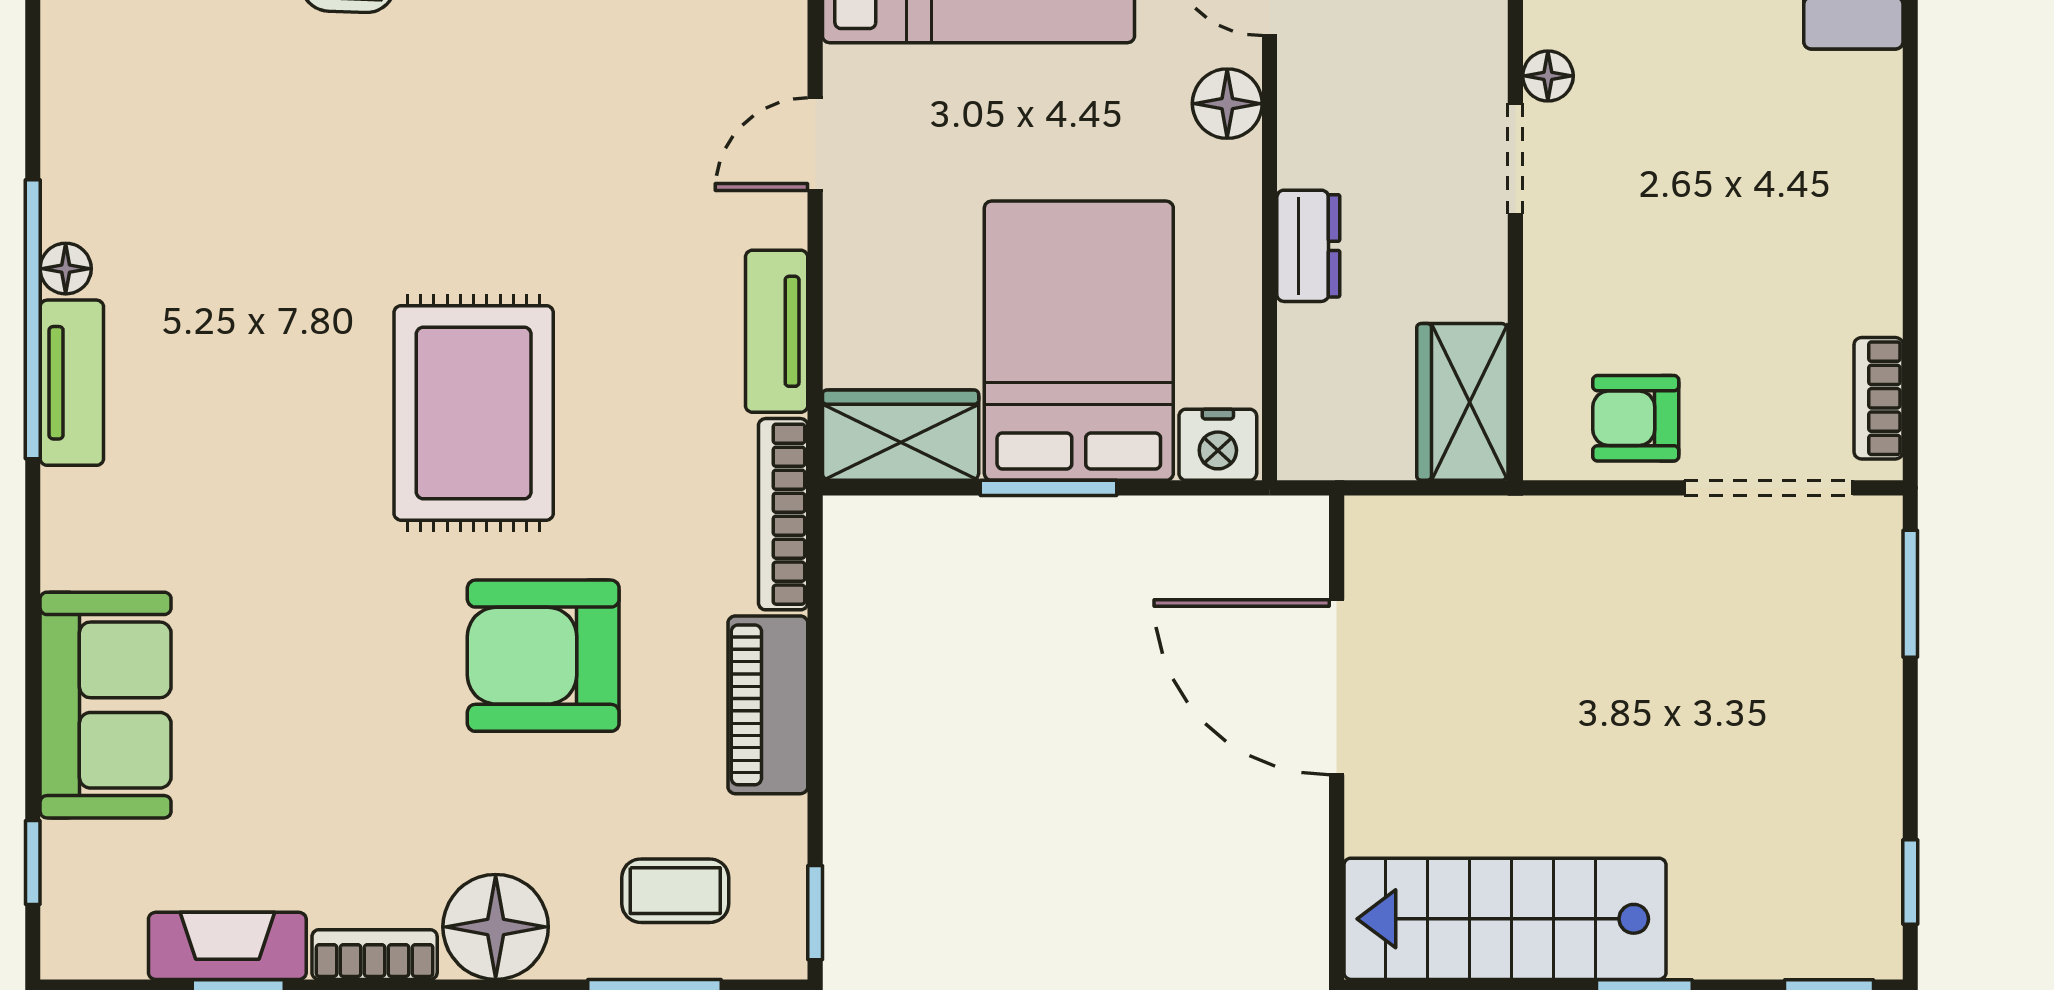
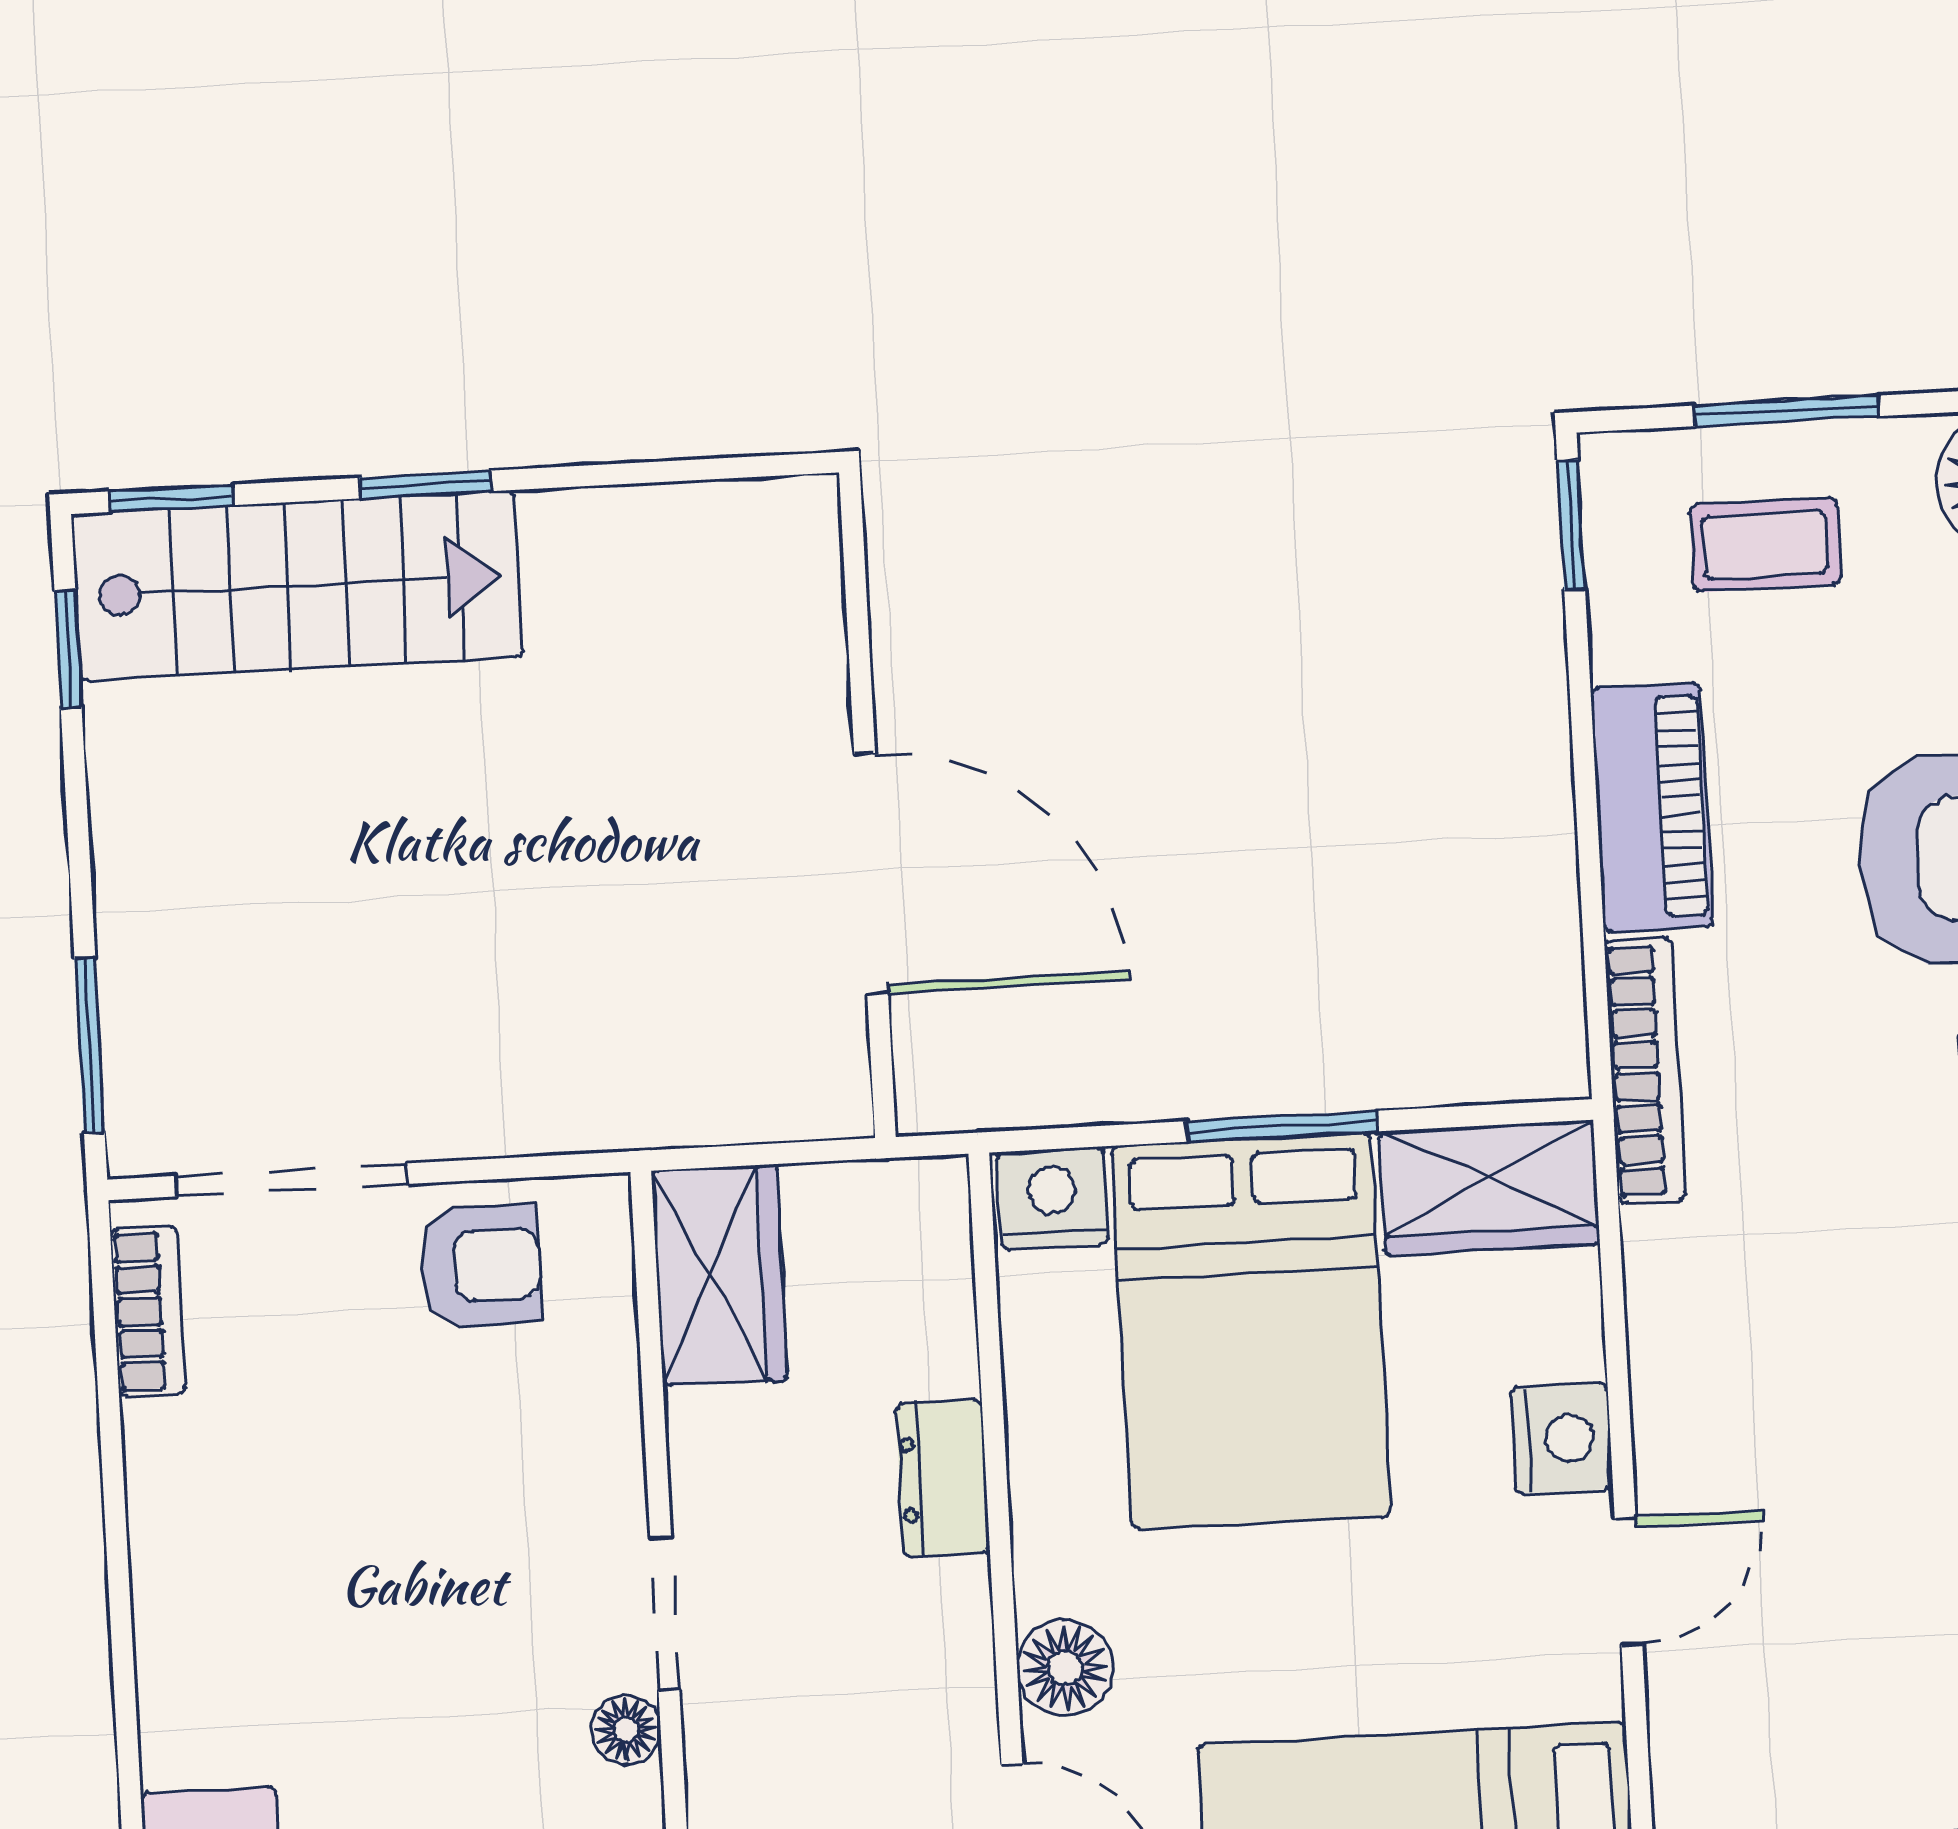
nightstand: (858, 251) -> (1561, 1438), added
tv unit: (777, 331) -> (1667, 1321), removed
stairs: (1505, 919) -> (297, 585), moved

